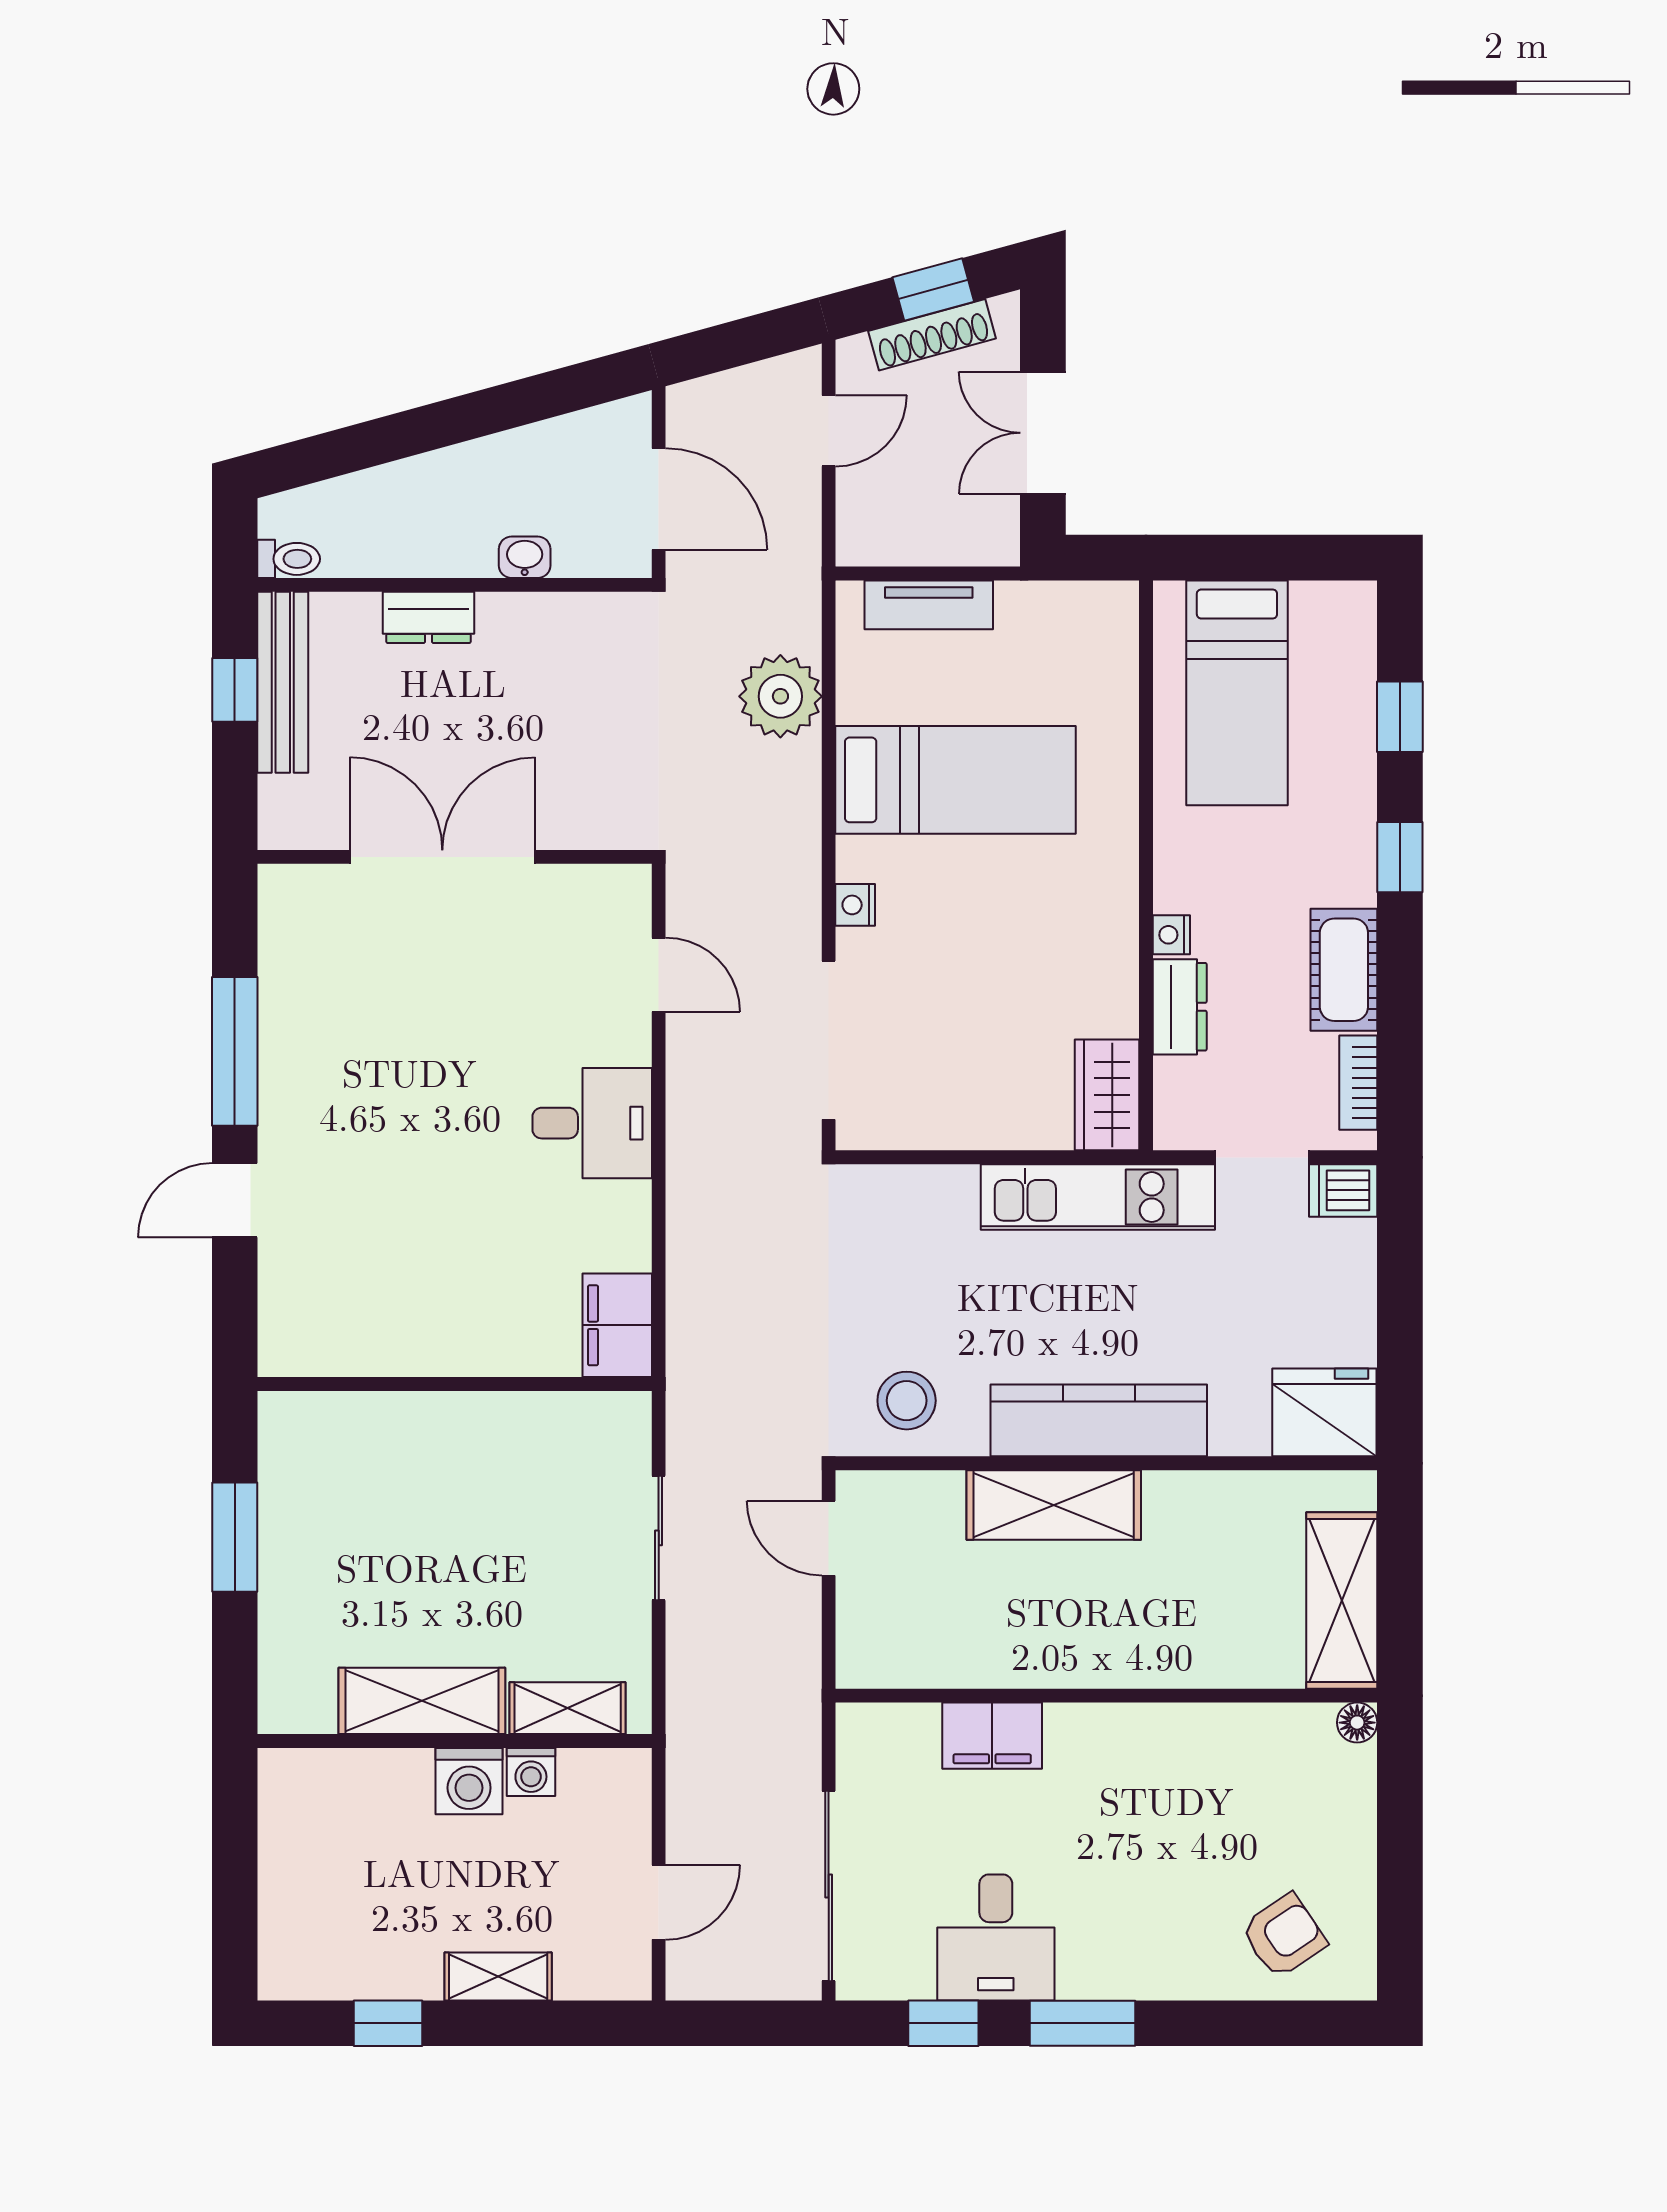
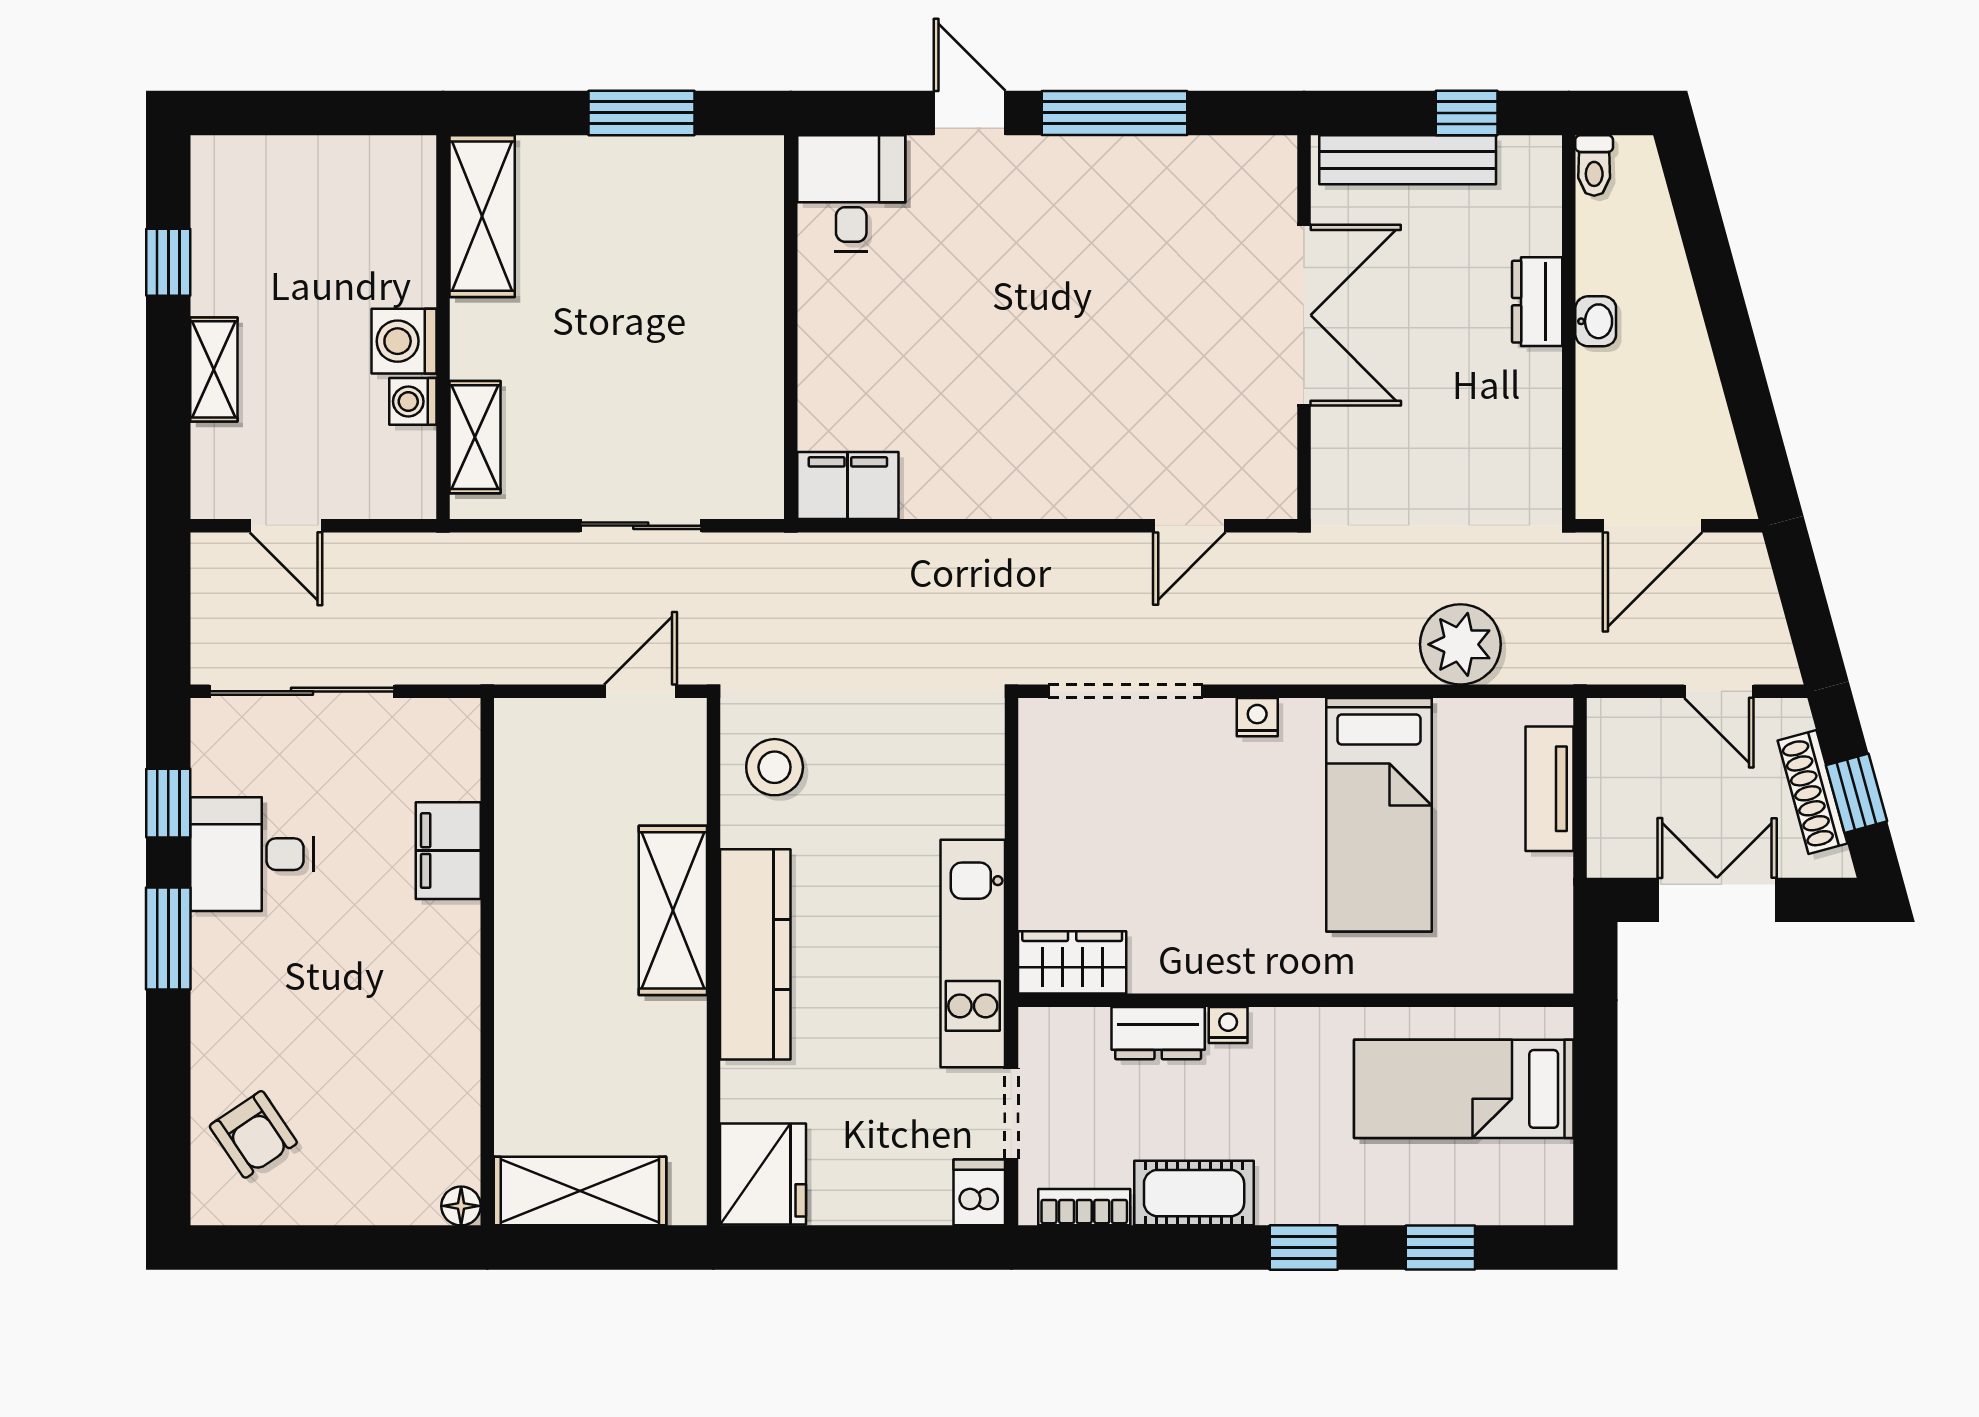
washbasin: (525, 557) -> (1596, 321), moved
bench: (283, 682) -> (1408, 160), moved
desk: (592, 1123) -> (851, 193), moved, turned 180
shelving: (422, 1701) -> (482, 216), moved

